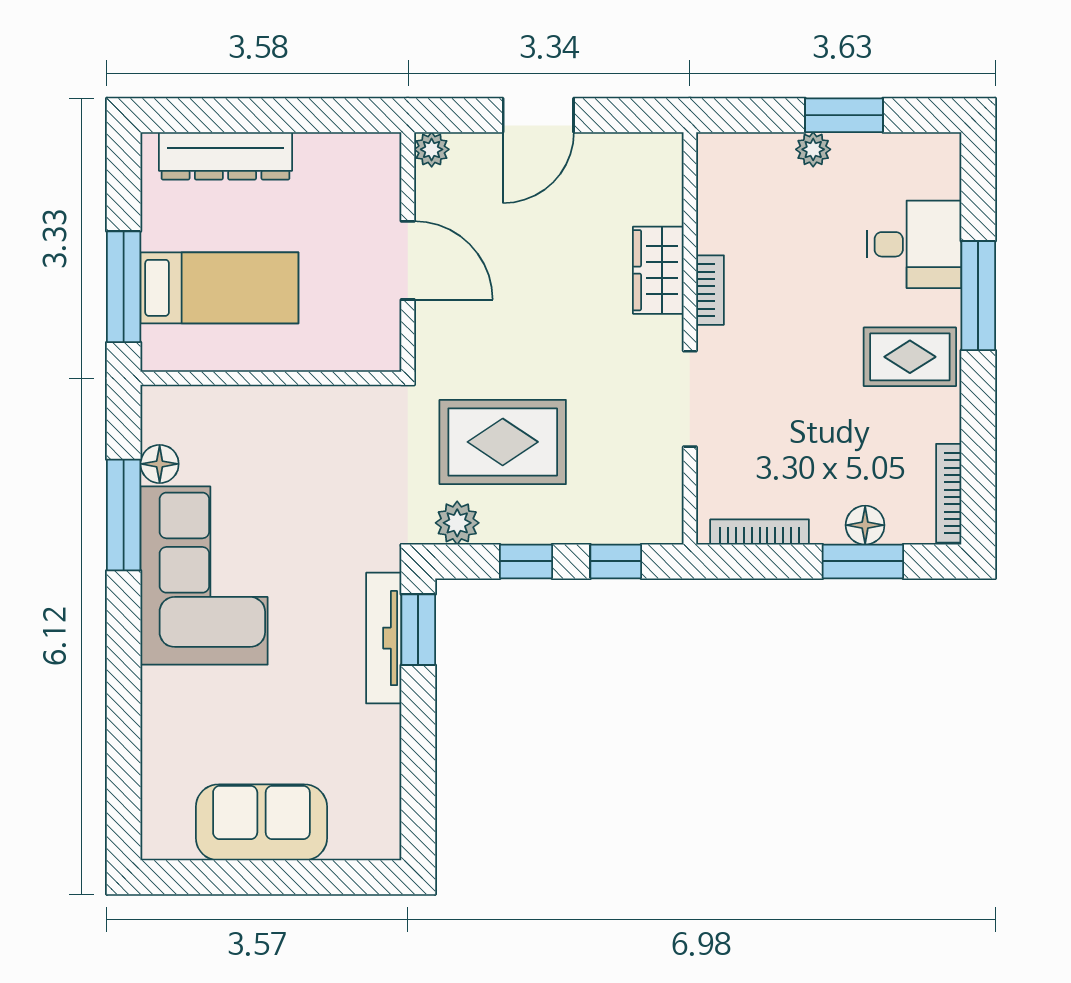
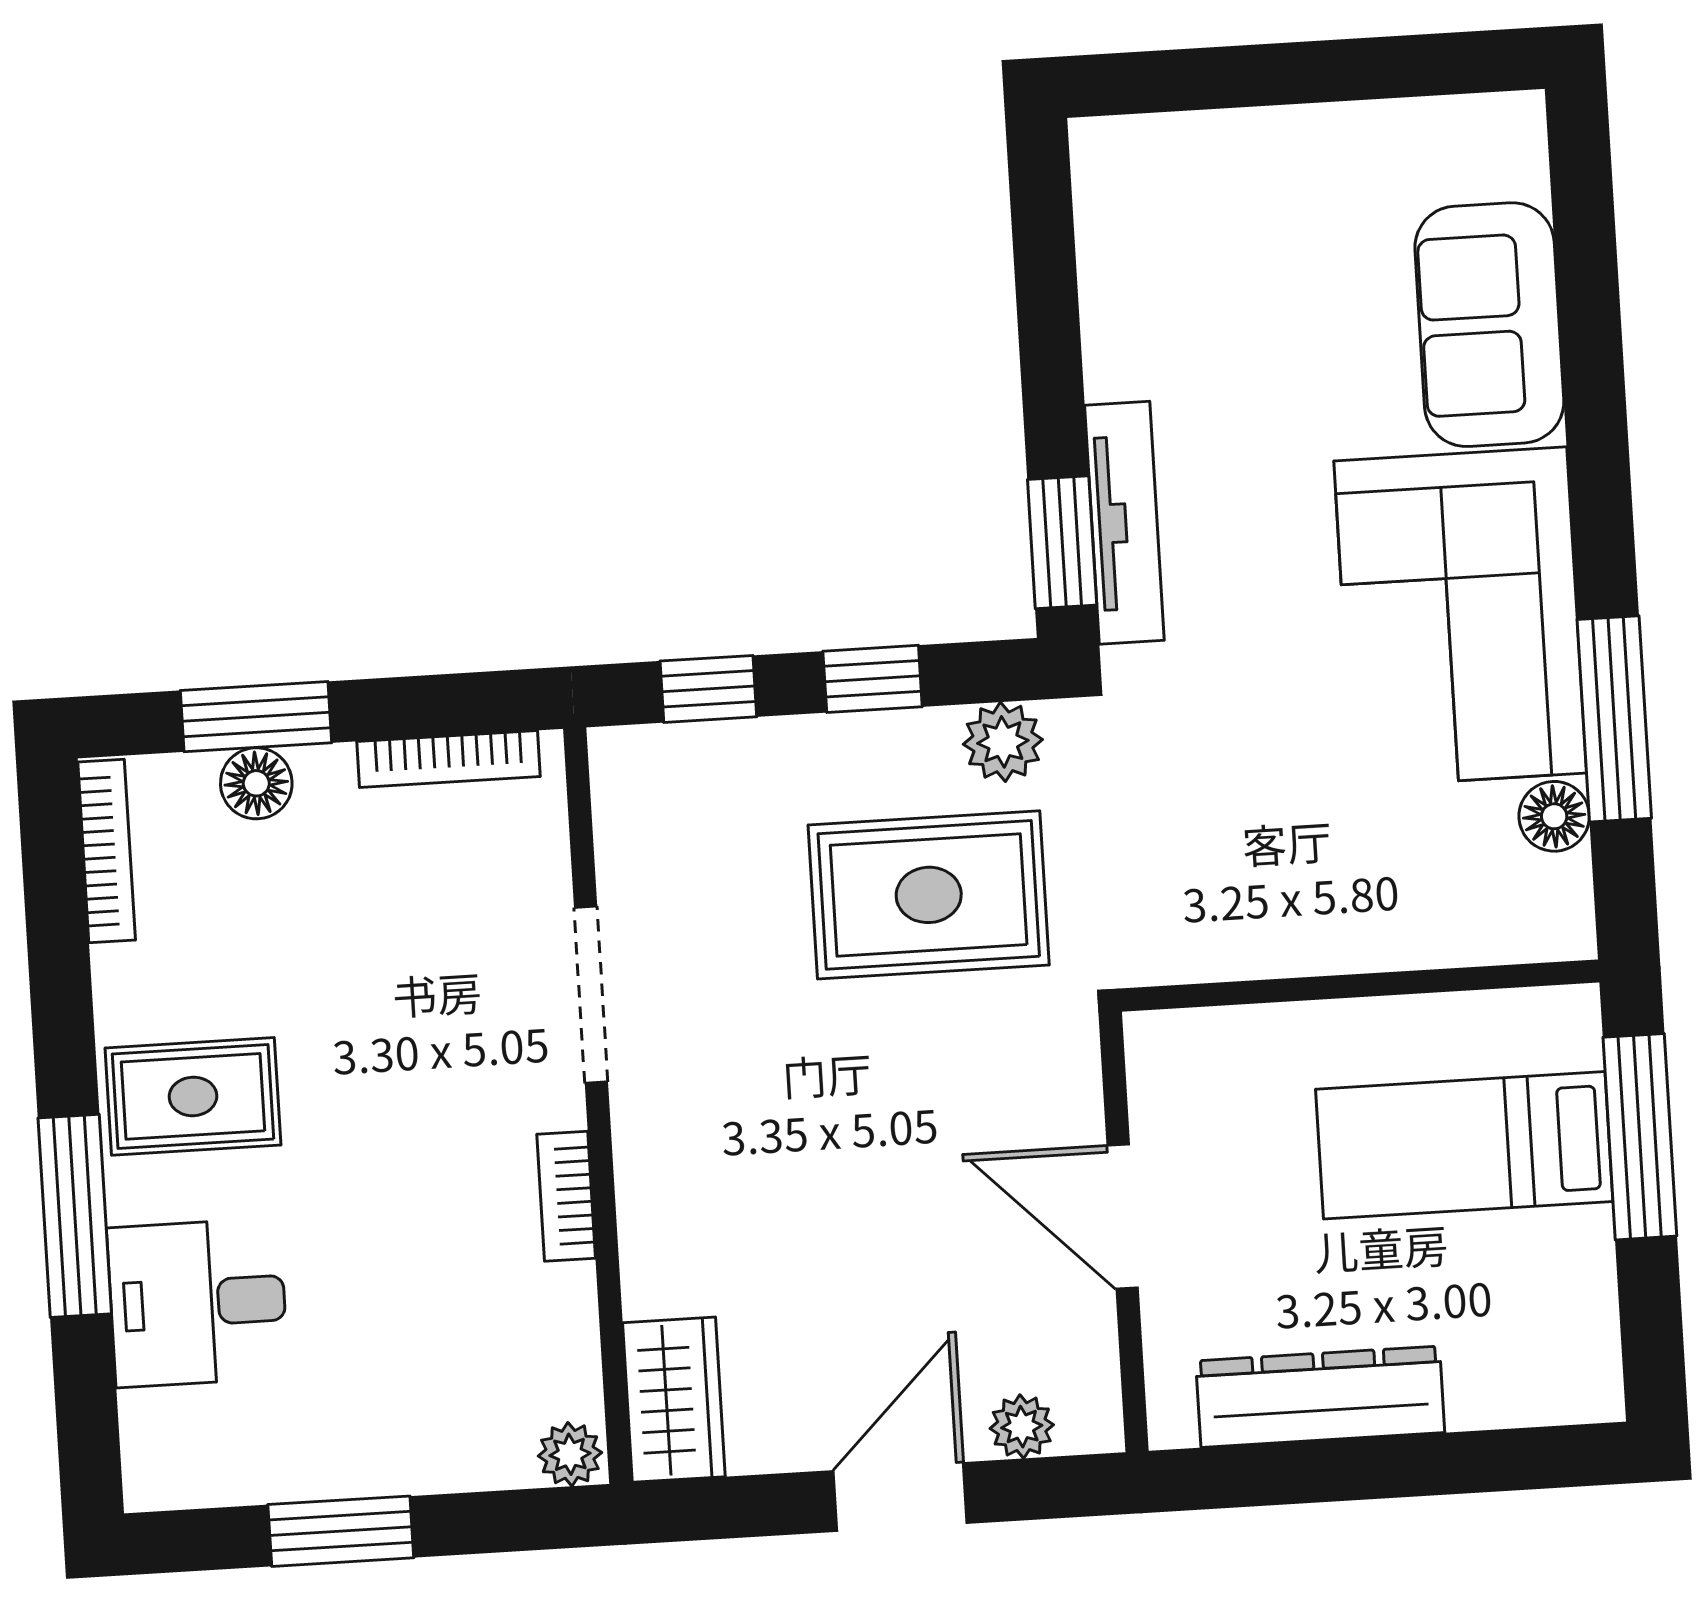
plant: (432, 149) -> (1022, 1427), moved
plant: (813, 149) -> (570, 1454), moved
dresser: (225, 156) -> (1320, 1397), moved
wardrobe: (658, 270) -> (674, 1400), moved
sofa: (261, 822) -> (1489, 325), moved, turned 90

